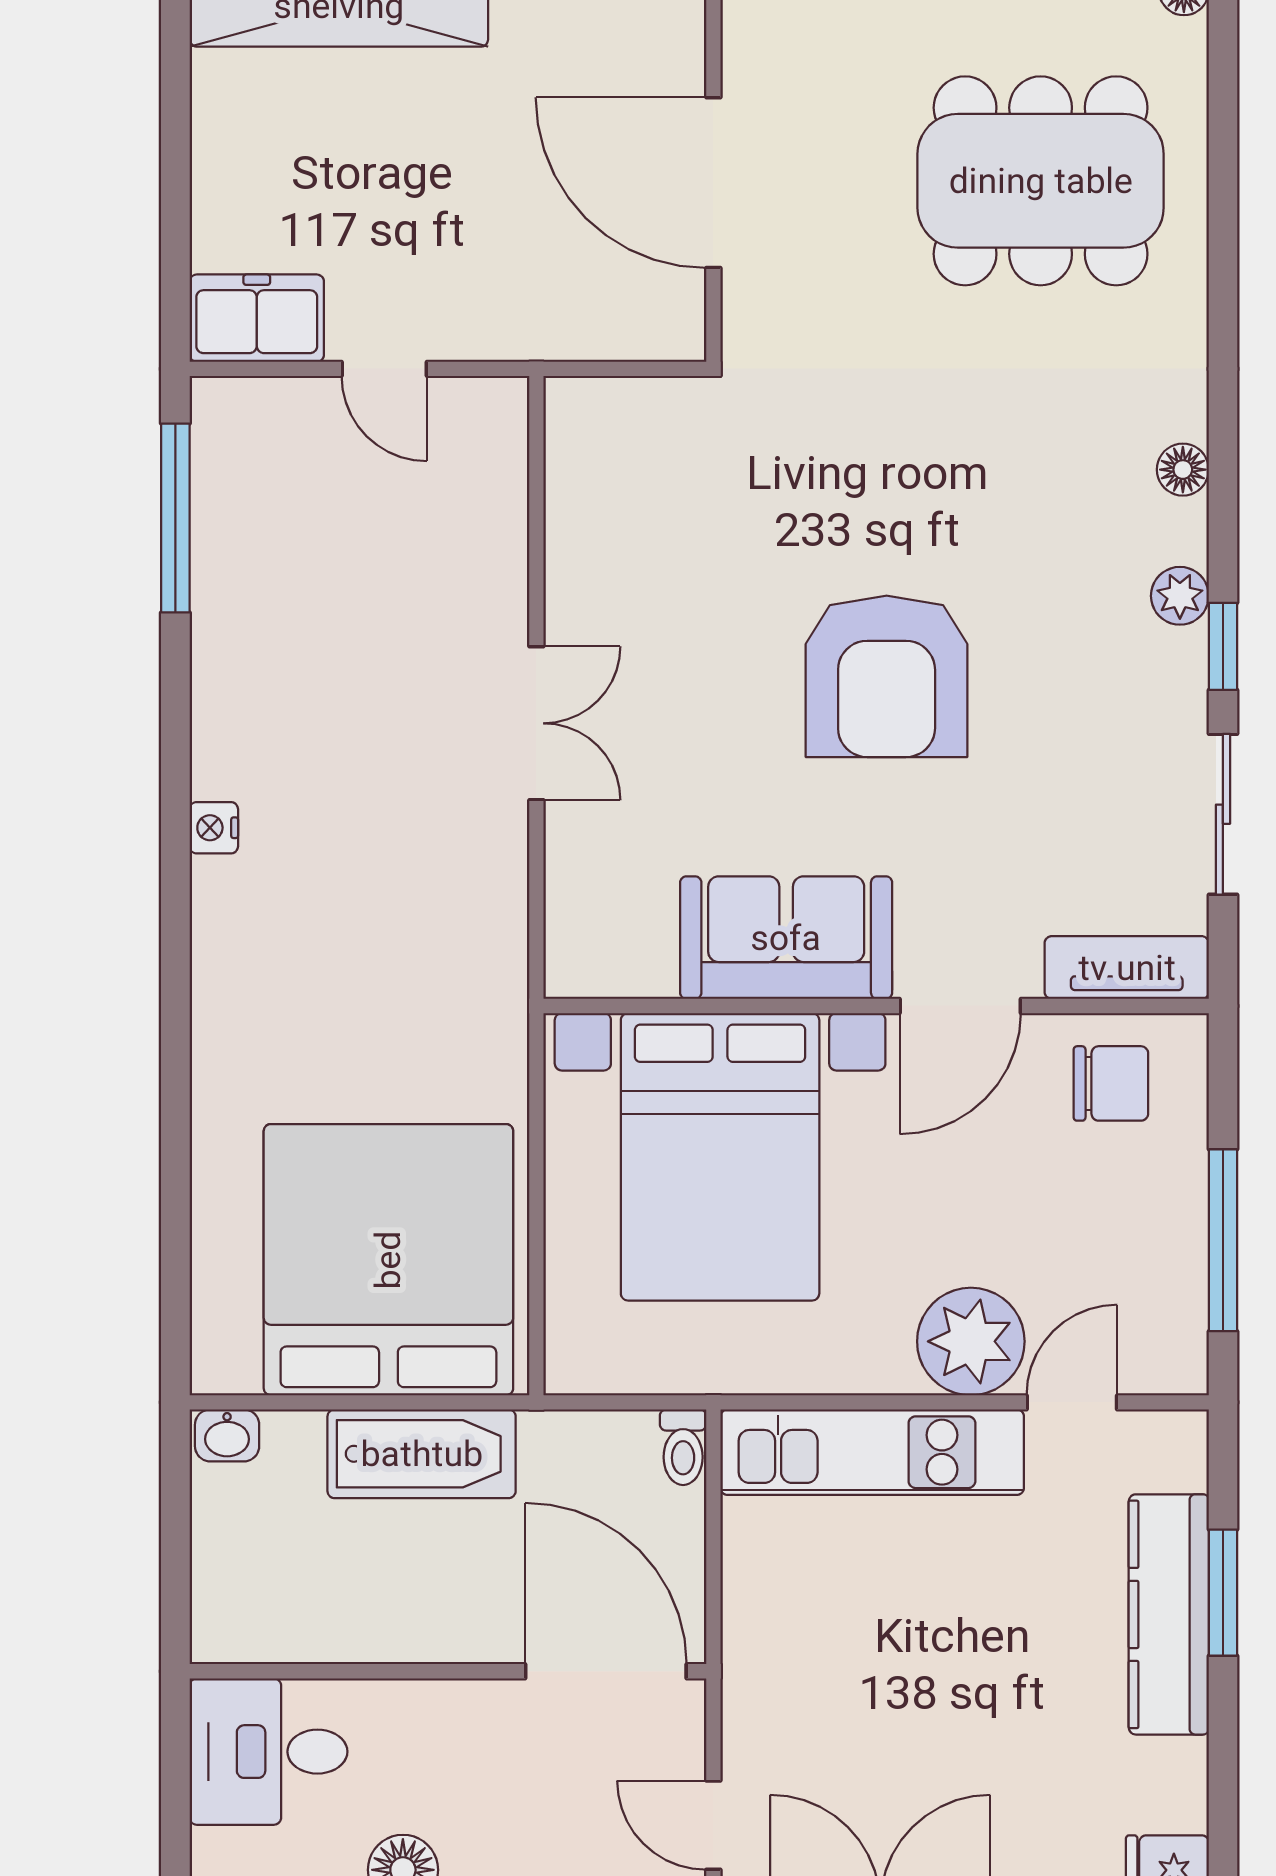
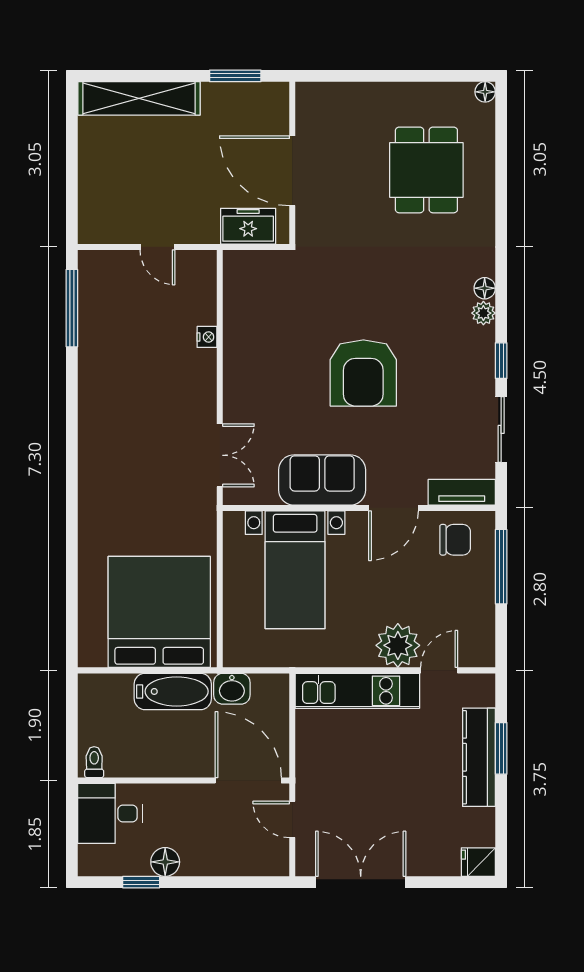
dining table: (1041, 181) -> (426, 170), width x0.73
freezer: (257, 318) -> (248, 226), moved
plant: (1180, 596) -> (483, 313), moved
double door: (536, 723) -> (220, 455), moved
nightstand: (214, 828) -> (207, 337), moved, turned 180
bed with nightstands: (720, 1157) -> (295, 570), width x0.73
window: (1223, 1240) -> (501, 567), moved
washbasin: (227, 1435) -> (232, 689), moved, width x1.38, depth x1.45
toilet: (683, 1447) -> (94, 762), moved, turned 180
door: (713, 1825) -> (292, 819), moved

